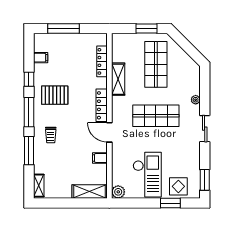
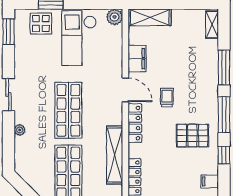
shelving: (118, 79) -> (115, 155), width x1.47
shop shelf: (156, 116) -> (68, 110), turned 90
trolley: (51, 135) -> (167, 98), moved
filing cabinet: (100, 158) -> (137, 59), width x2.00

